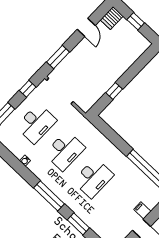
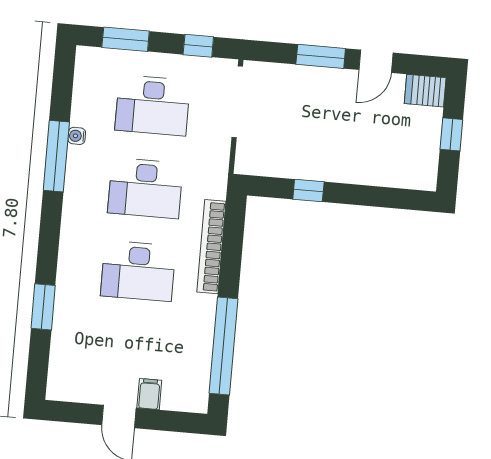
window: (58, 57) -> (321, 56), moved
bookcase: (106, 144) -> (211, 247), added
window: (49, 196) -> (56, 156), moved

